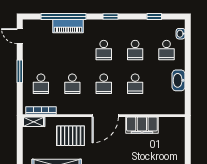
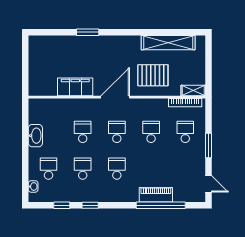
window: (110, 16) -> (90, 205), moved

